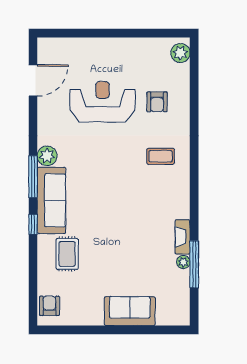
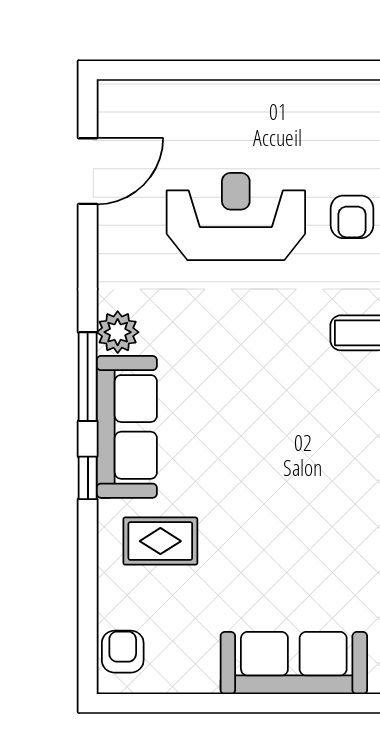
rug: (67, 254) -> (160, 541), turned 90
sofa: (130, 311) -> (294, 663), width x1.36

